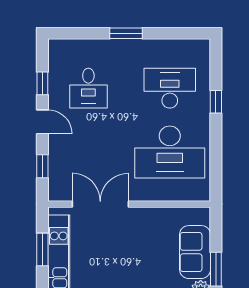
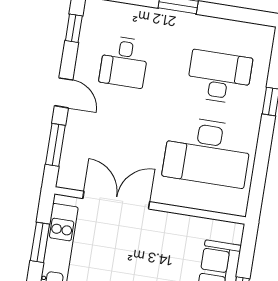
window: (42, 83) -> (74, 28), moved
window: (42, 166) -> (55, 145), width x1.50

